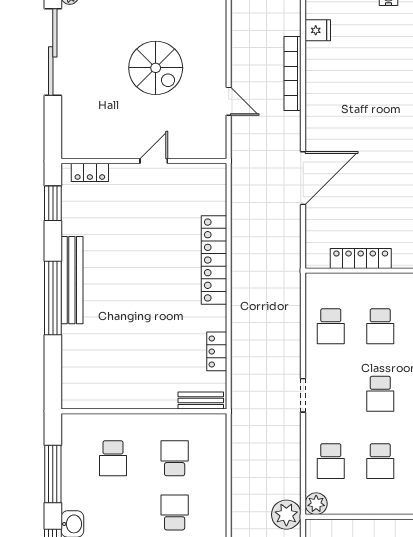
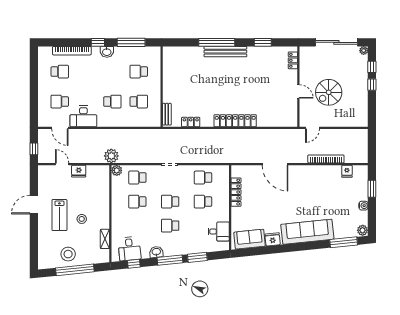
wall: (144, 161) -> (298, 87), moved
door: (154, 161) -> (298, 91), moved
locker: (90, 172) -> (293, 60), moved

